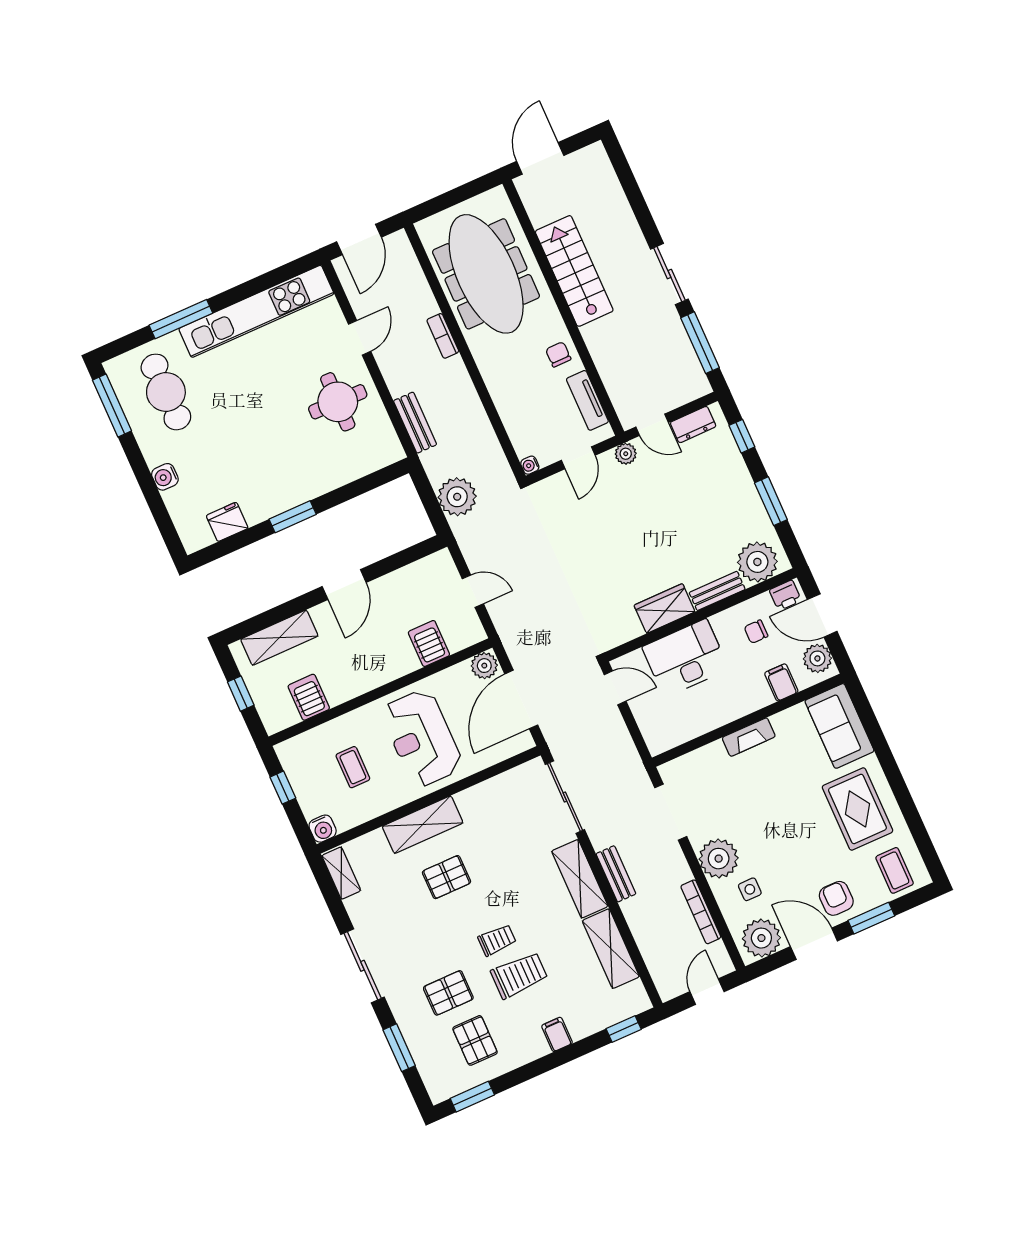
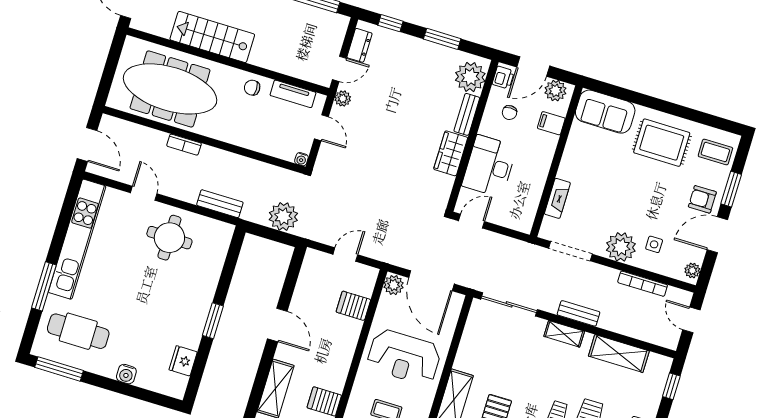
fireplace: (749, 737) -> (557, 198), moved
shelving: (580, 879) -> (564, 334), width x0.67, depth x0.75
plant: (761, 938) -> (692, 270), width x0.53, depth x0.53

